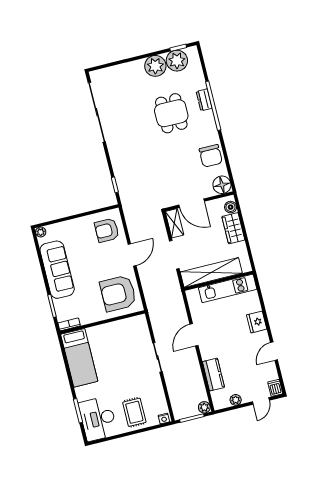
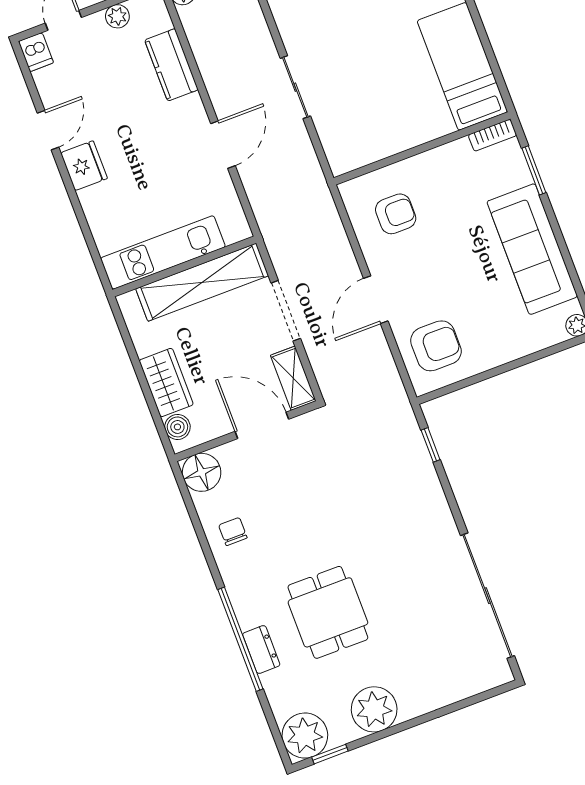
plant: (177, 61) -> (305, 736), moved
chair: (211, 156) -> (233, 532), width x0.54, depth x0.54
armchair: (118, 293) -> (396, 214), width x0.53, depth x0.53
fridge: (257, 322) -> (84, 166), moved

